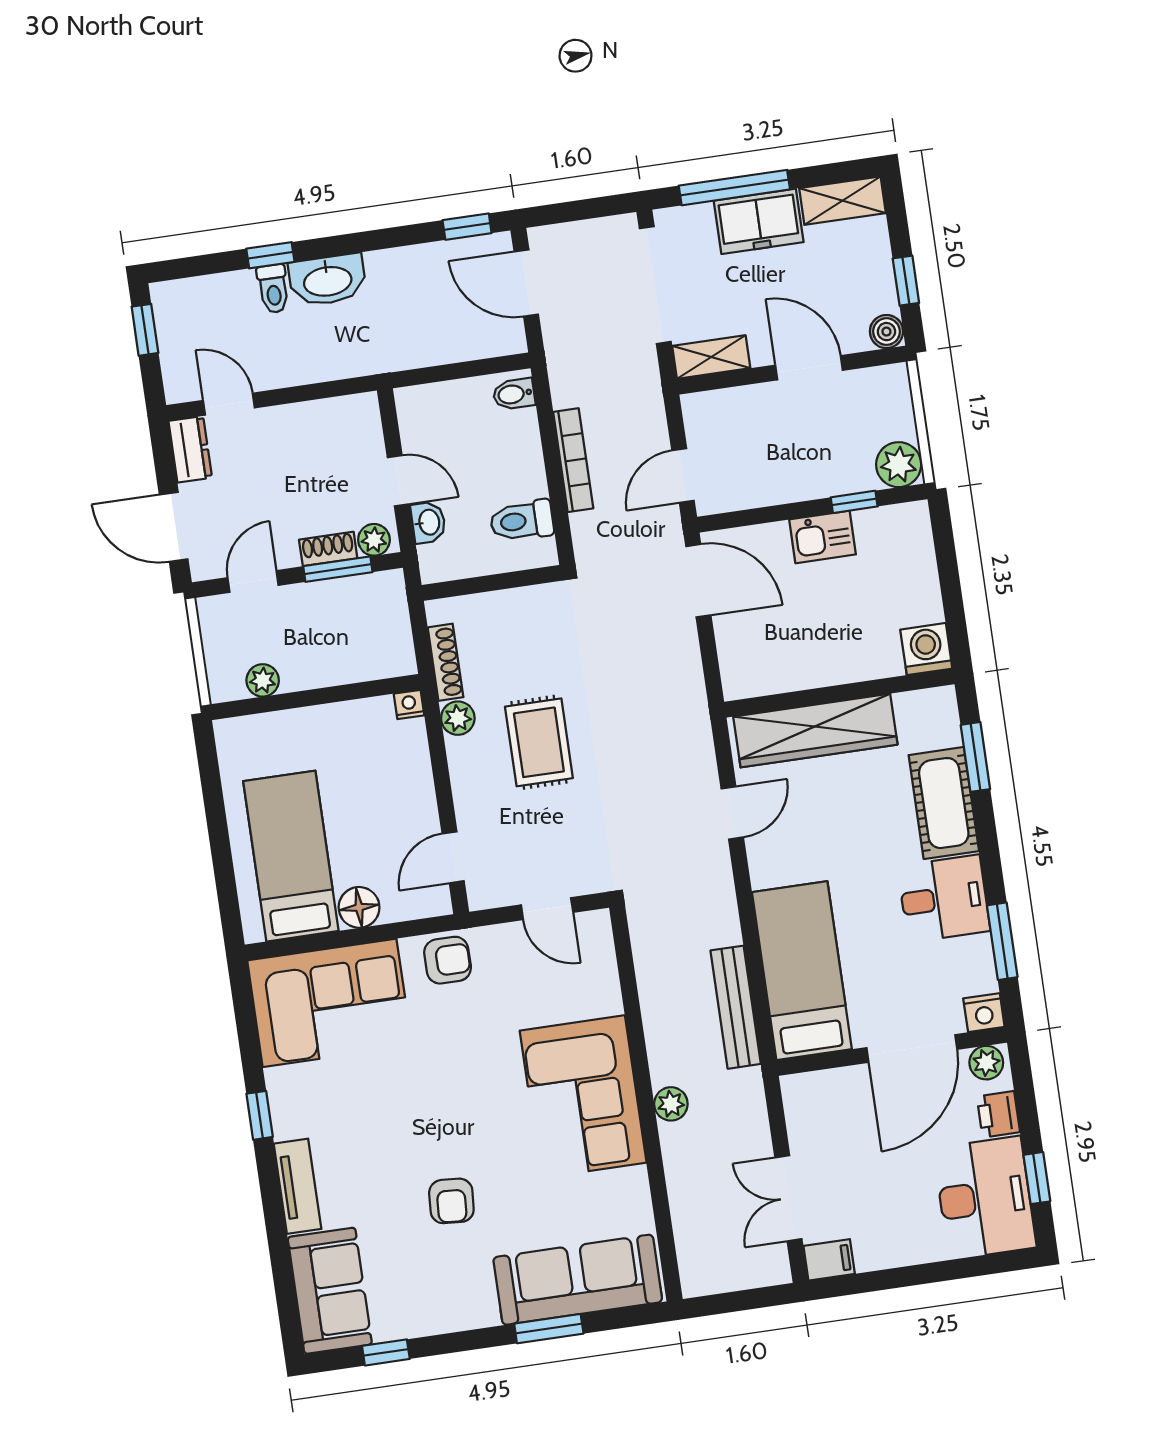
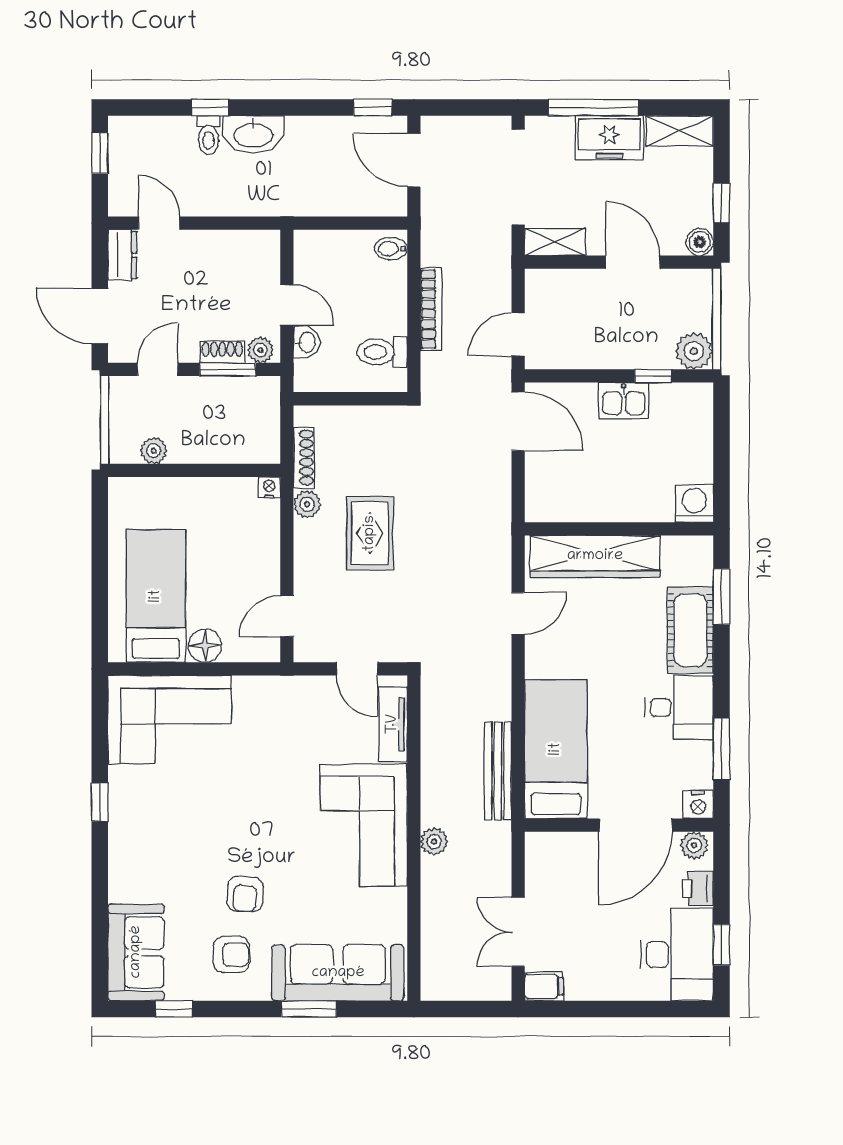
armchair: (448, 960) -> (231, 955), moved
tv unit: (298, 1186) -> (393, 724), moved, turned 180

